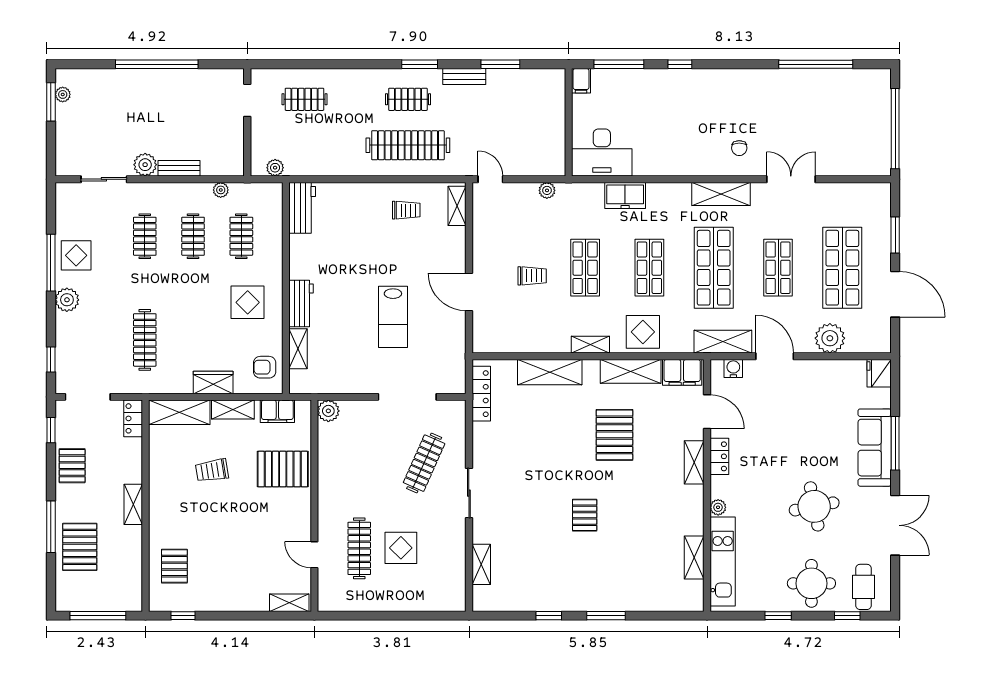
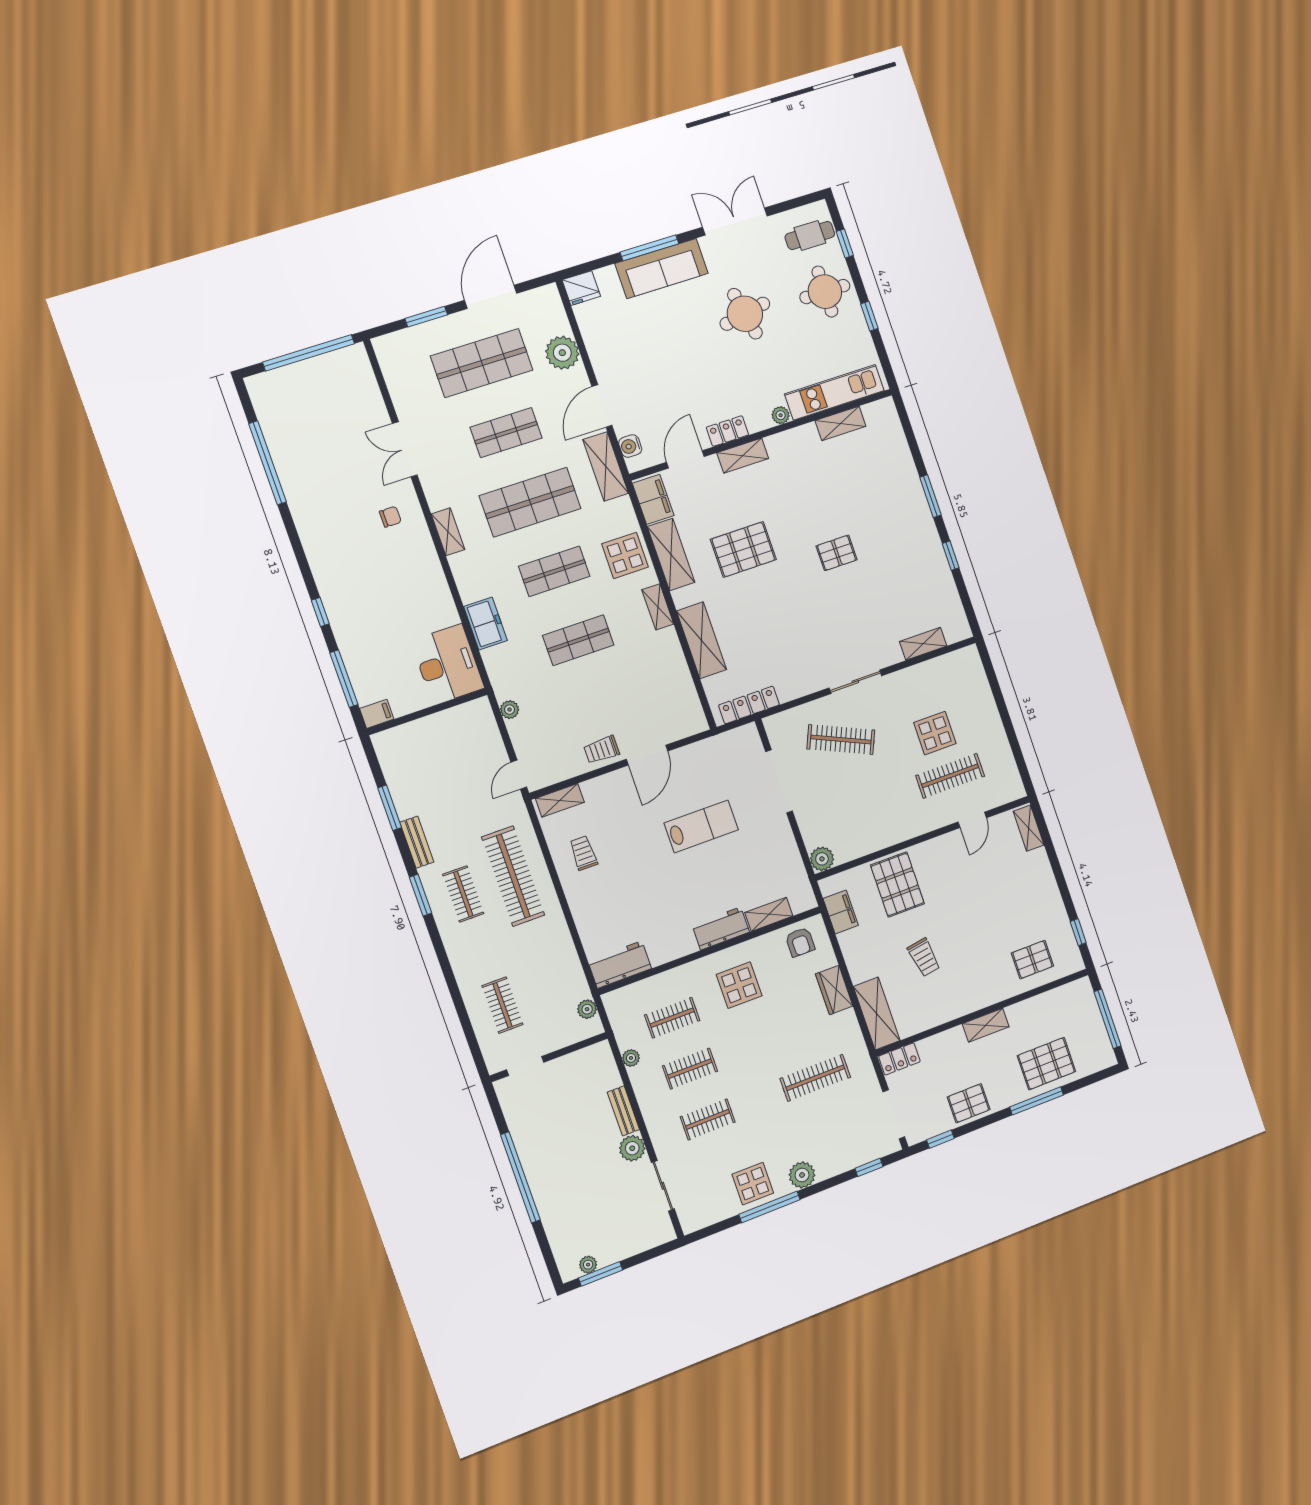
shelving: (721, 194) -> (448, 532), width x0.67, depth x0.75
trolley: (532, 276) -> (602, 750), moved, turned -90
shelving: (233, 410) -> (855, 959), removed

